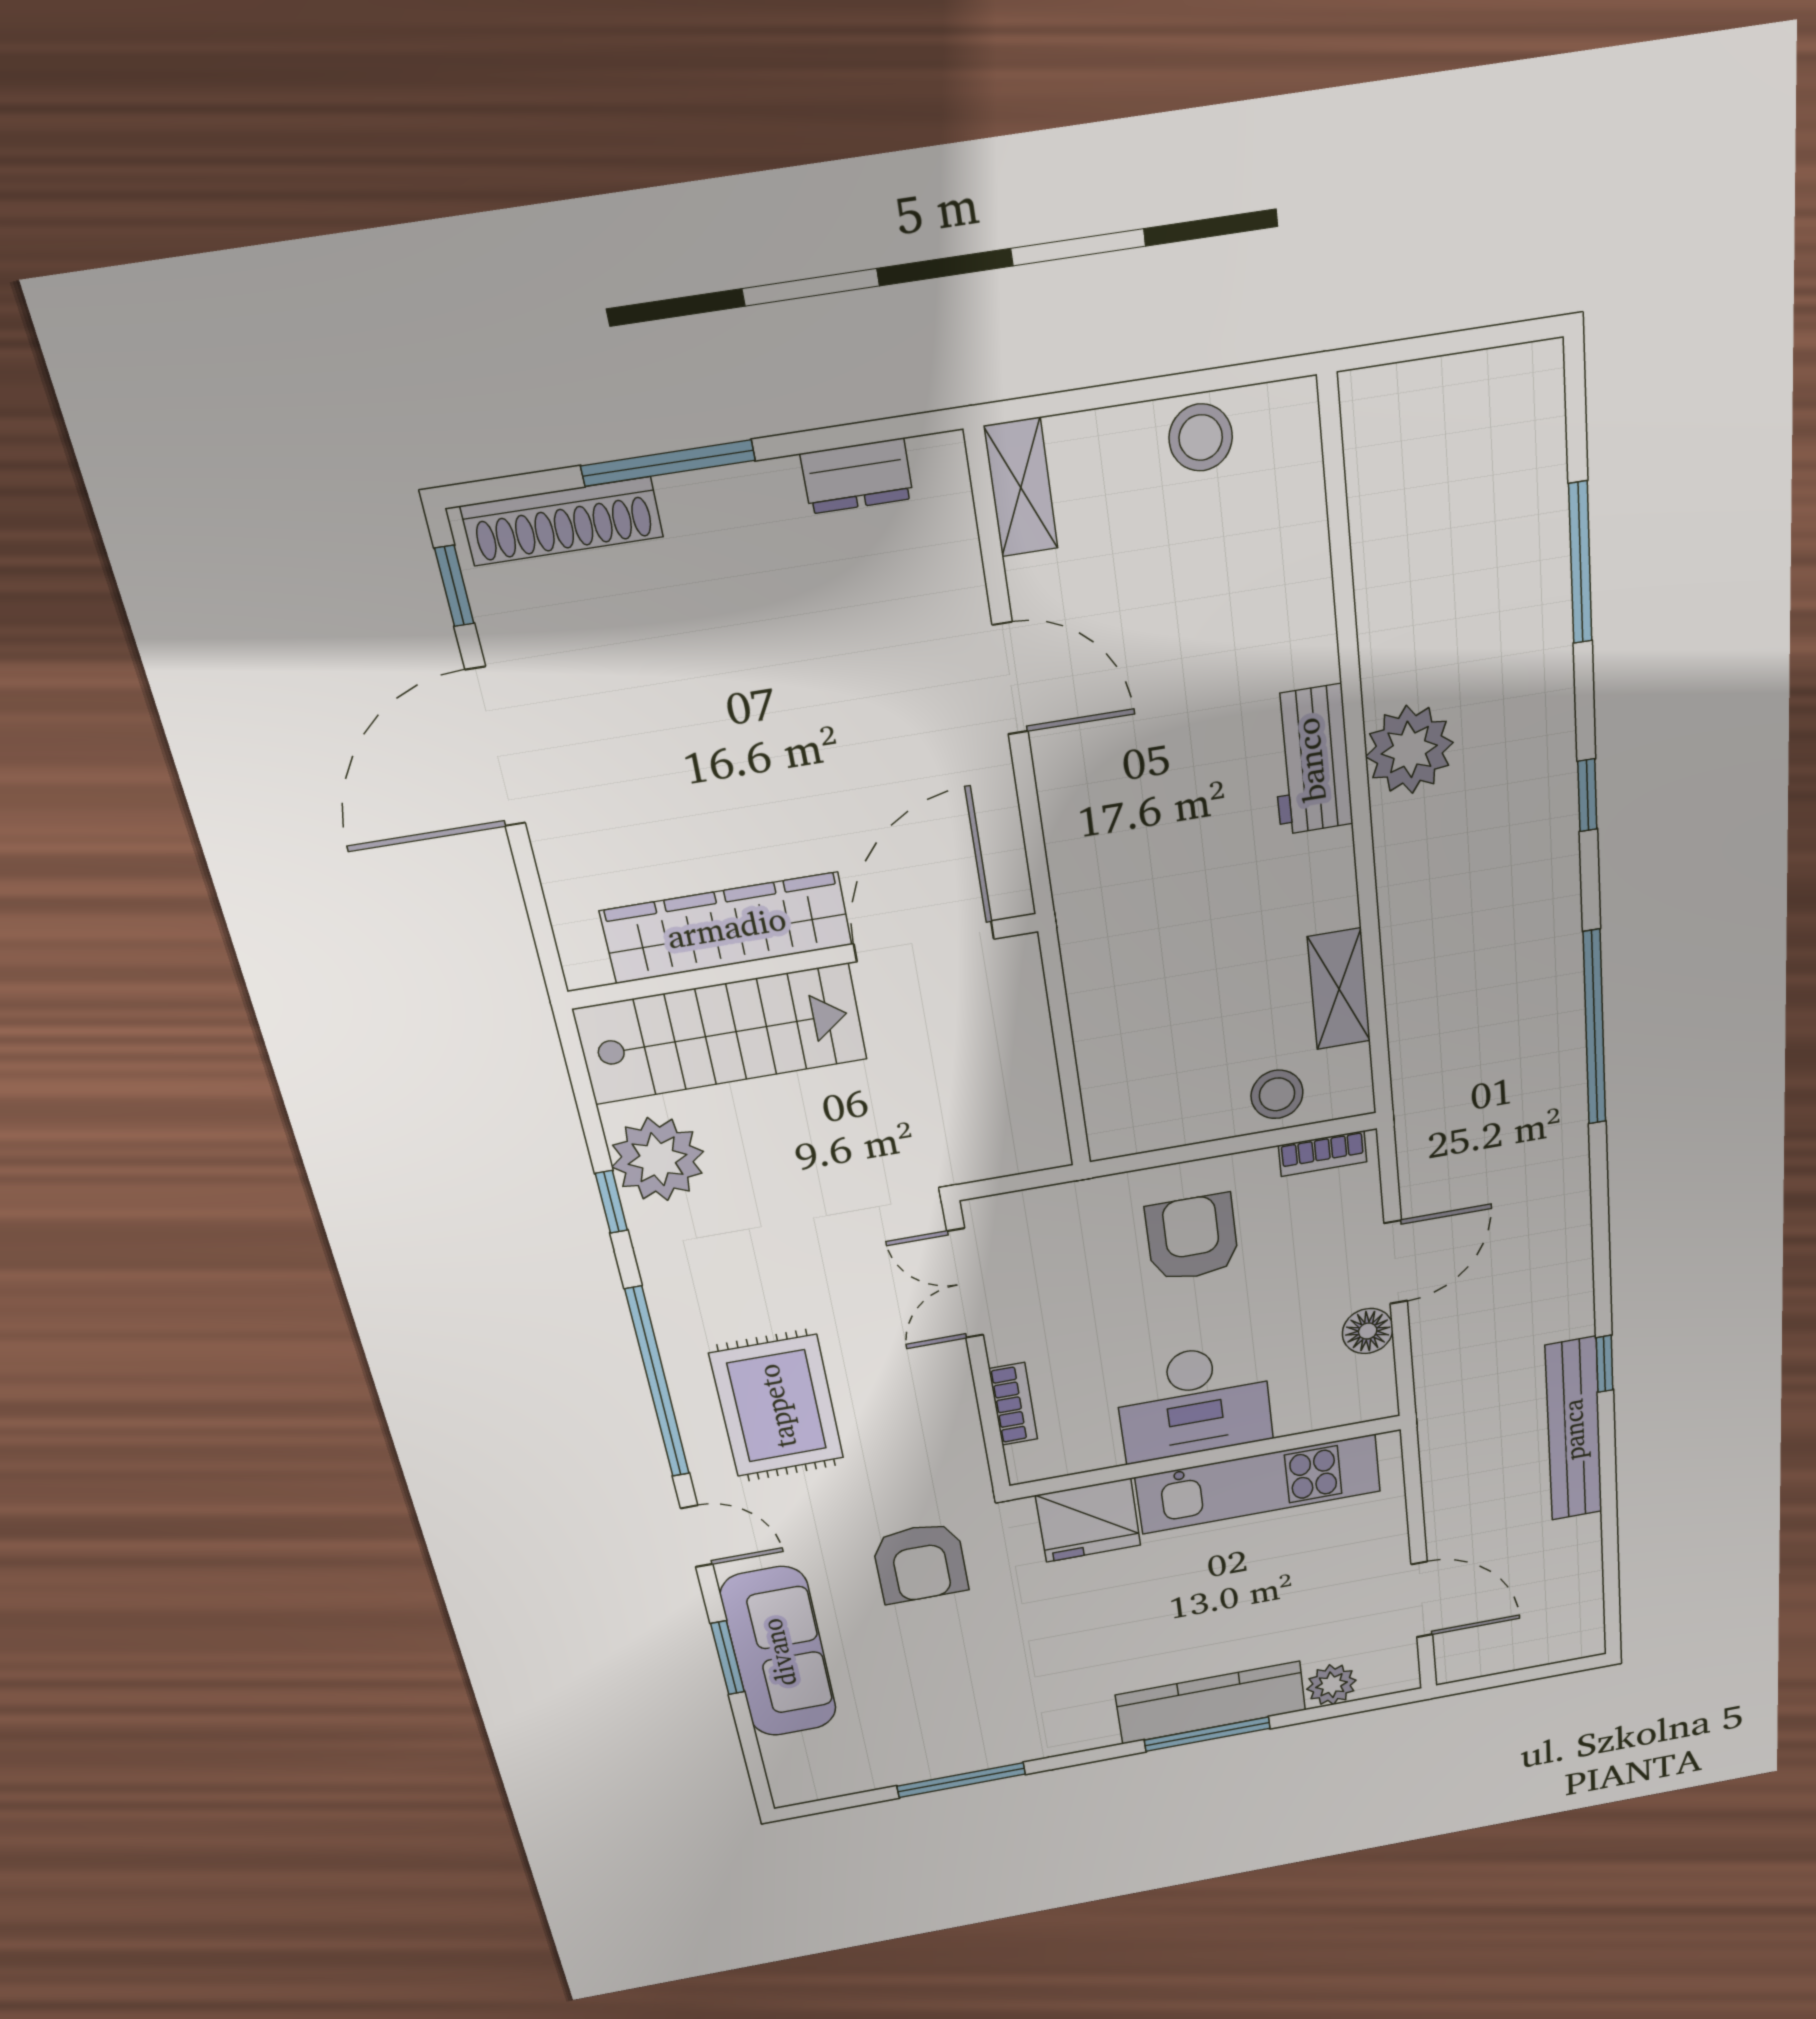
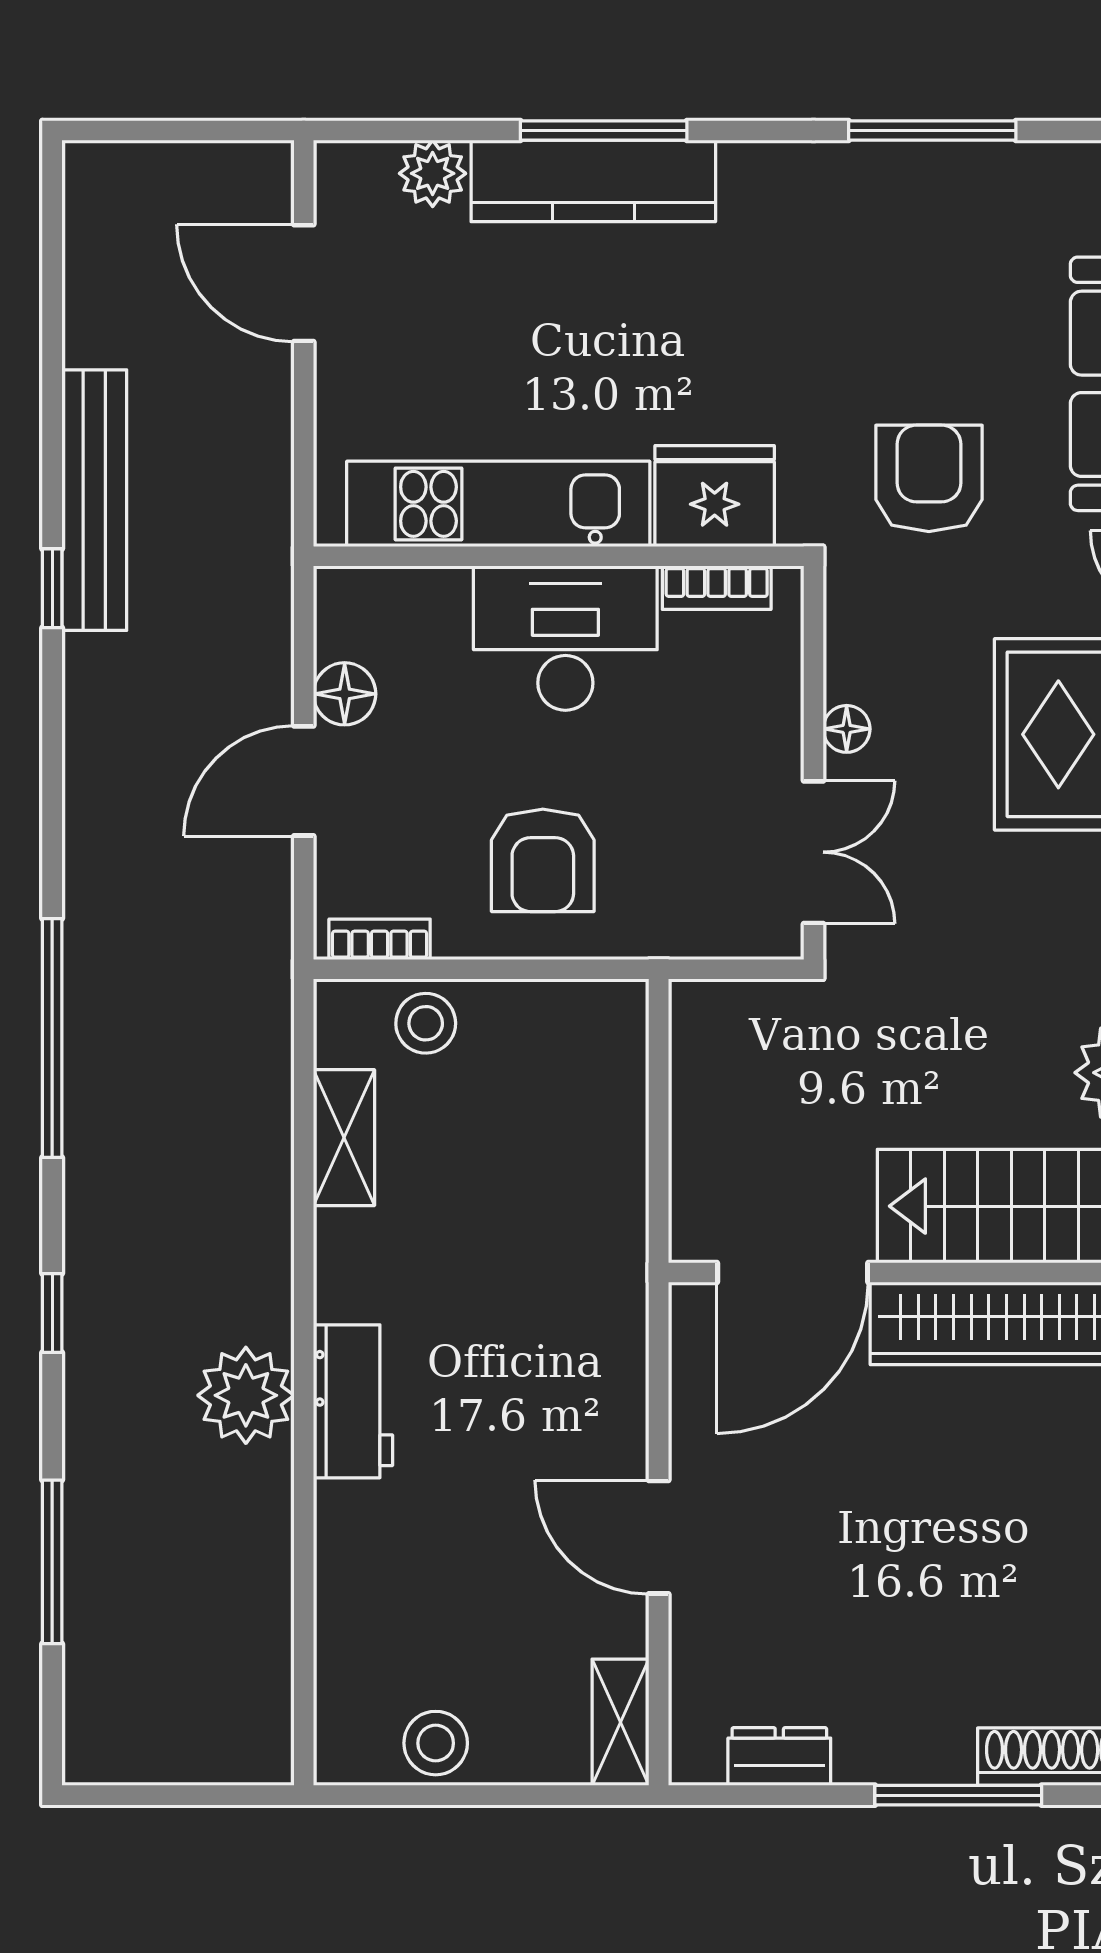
floor lamp: (954, 1379) -> (847, 729), added
bookcase: (1013, 1404) -> (717, 588), moved, turned -90

